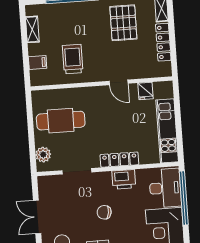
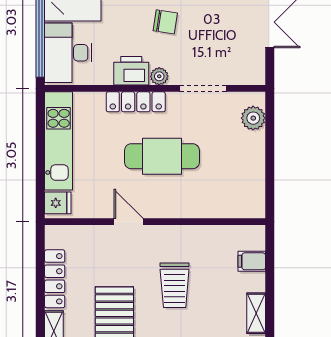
trolley: (73, 59) -> (175, 285), moved
fridge: (146, 91) -> (58, 203), moved, turned 90
cafe table: (61, 121) -> (162, 156), moved
plant: (105, 177) -> (159, 76), added

